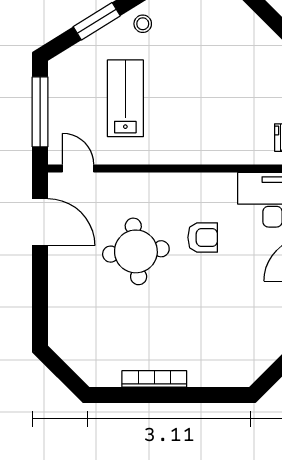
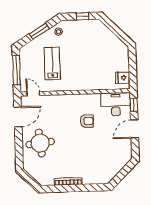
door: (40, 222) -> (18, 117), hinge flipped
round table: (136, 251) -> (40, 143), moved

